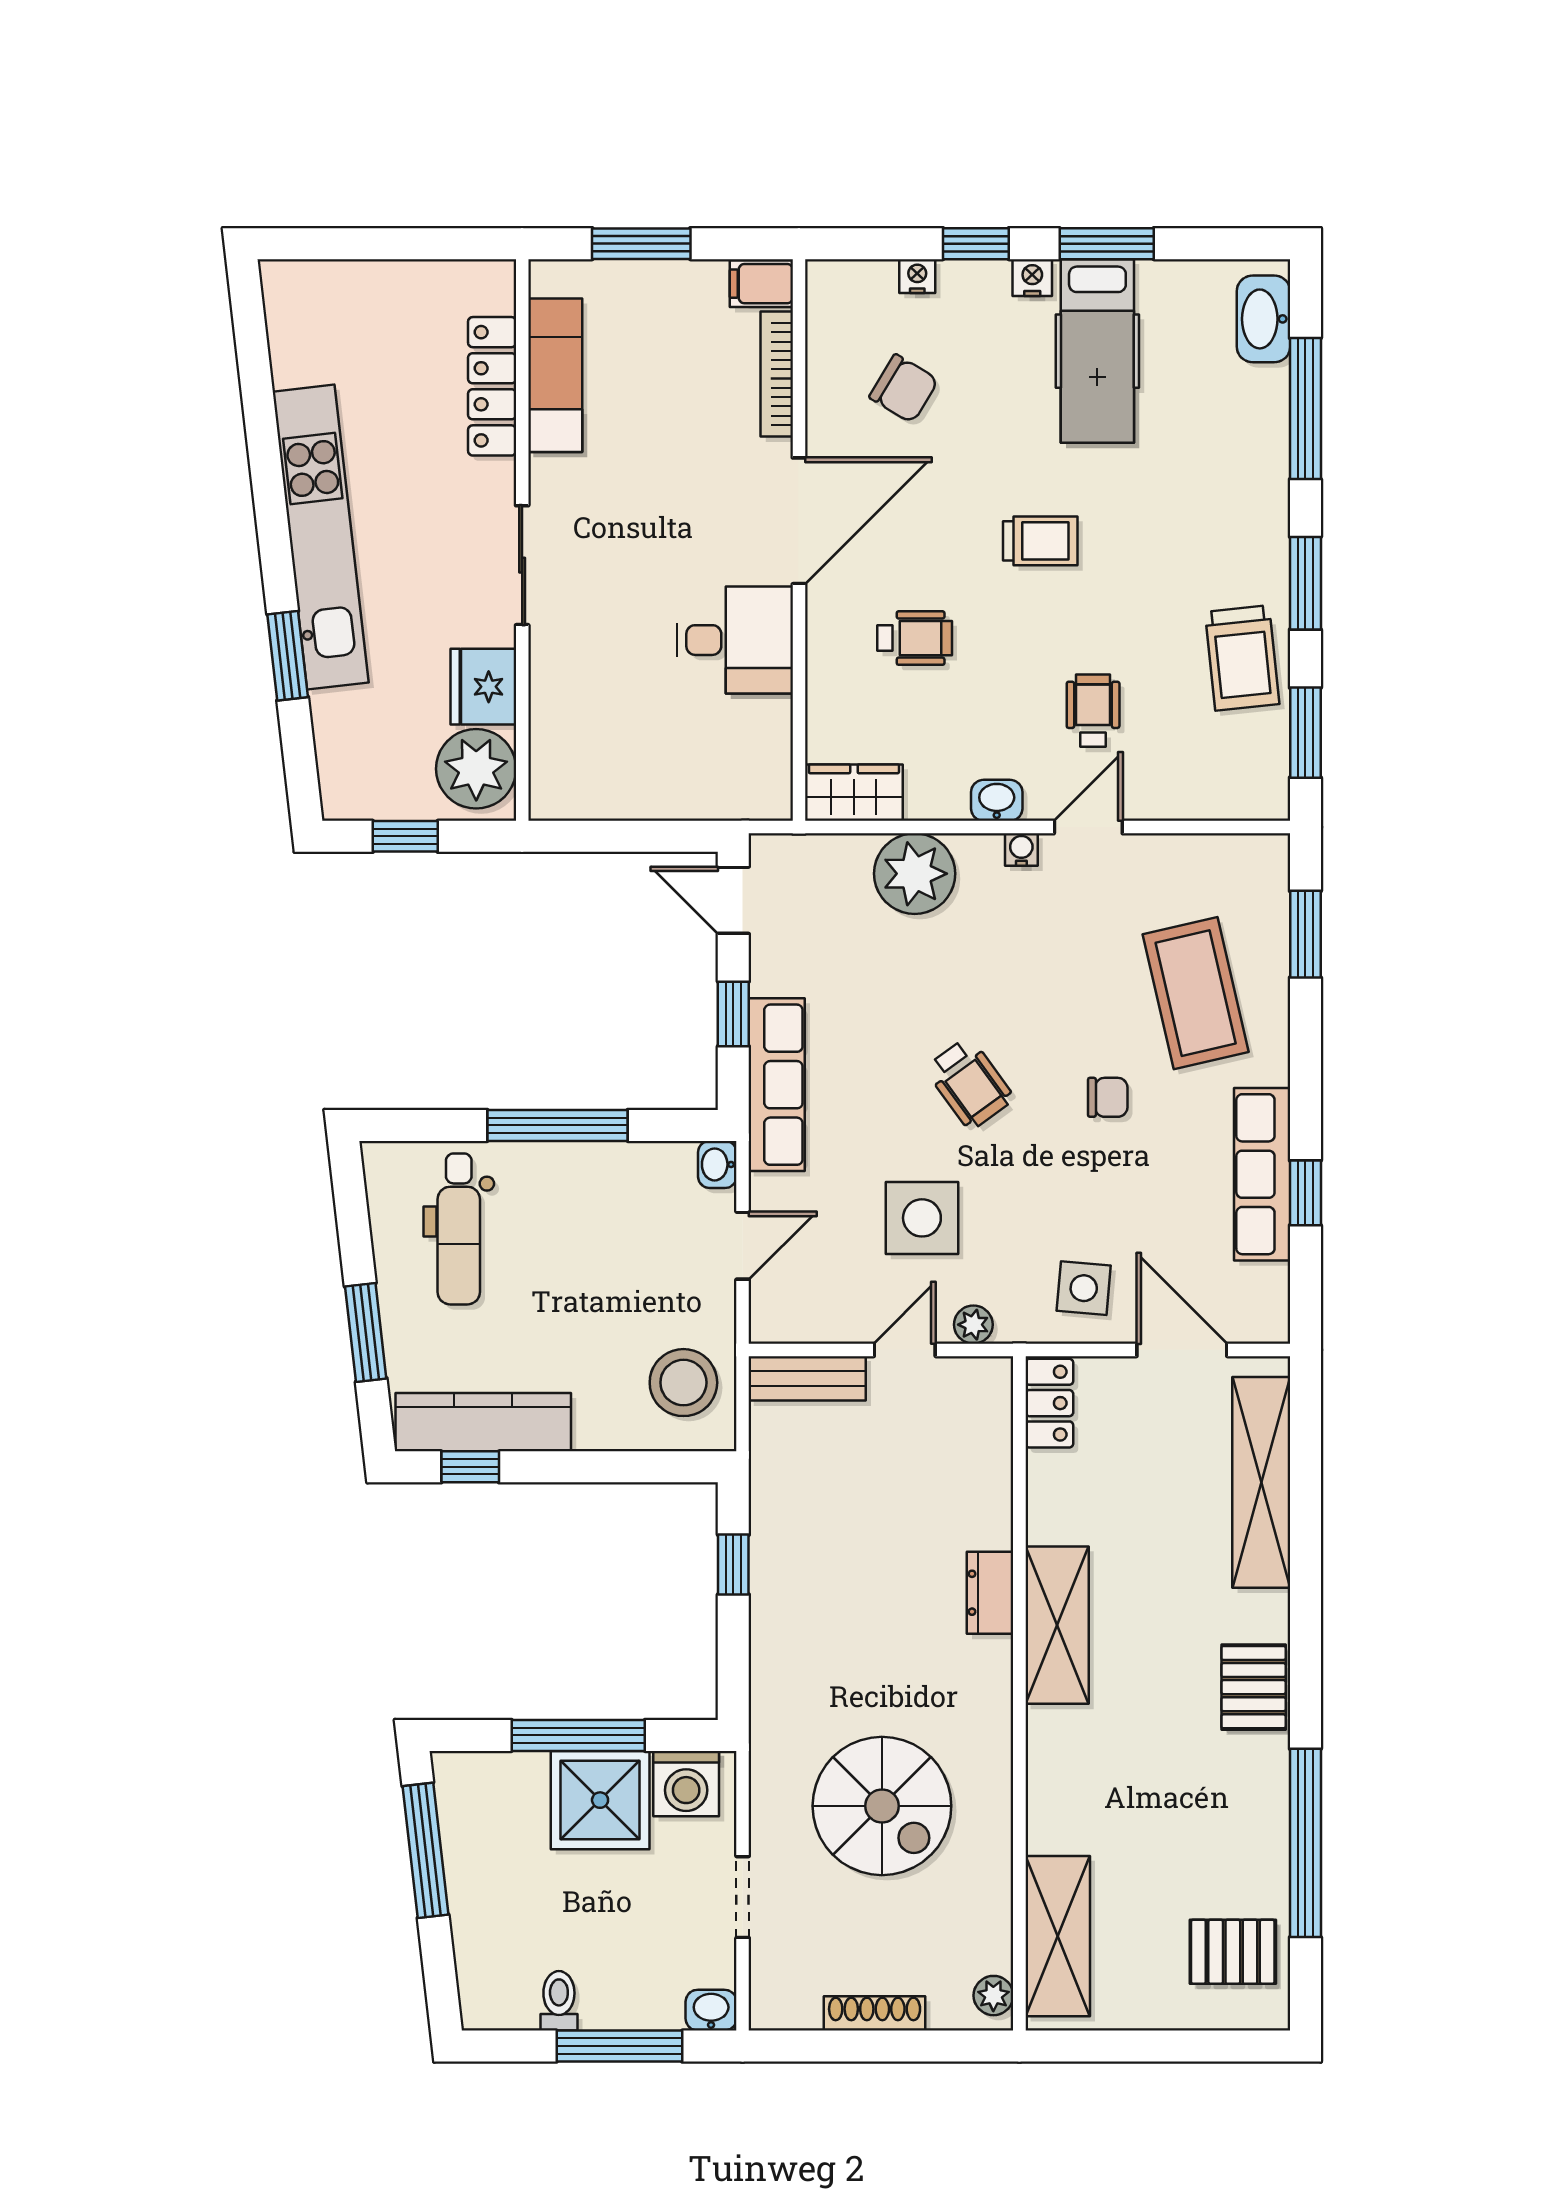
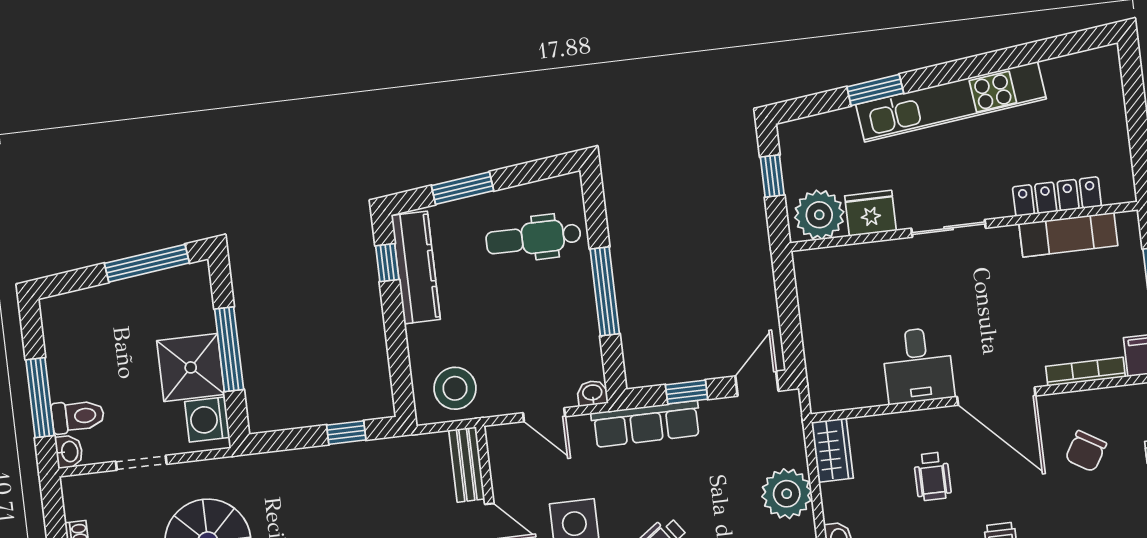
toilet: (559, 2001) -> (78, 416), moved, width x1.37, depth x1.39

